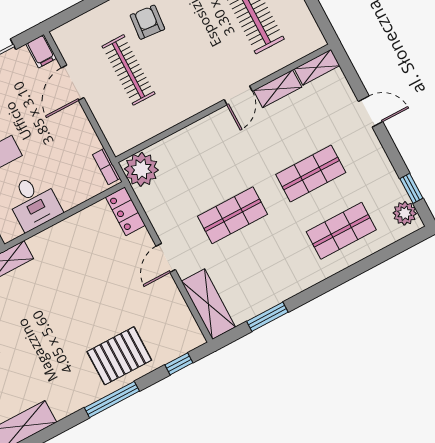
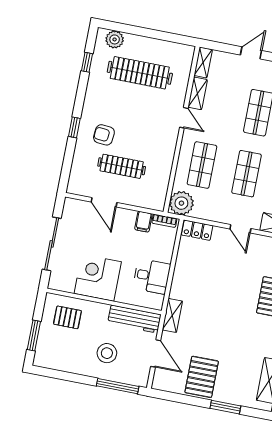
filing cabinet: (41, 51) -> (143, 222), moved, turned 90
shop shelf: (202, 158) -> (202, 165), added

